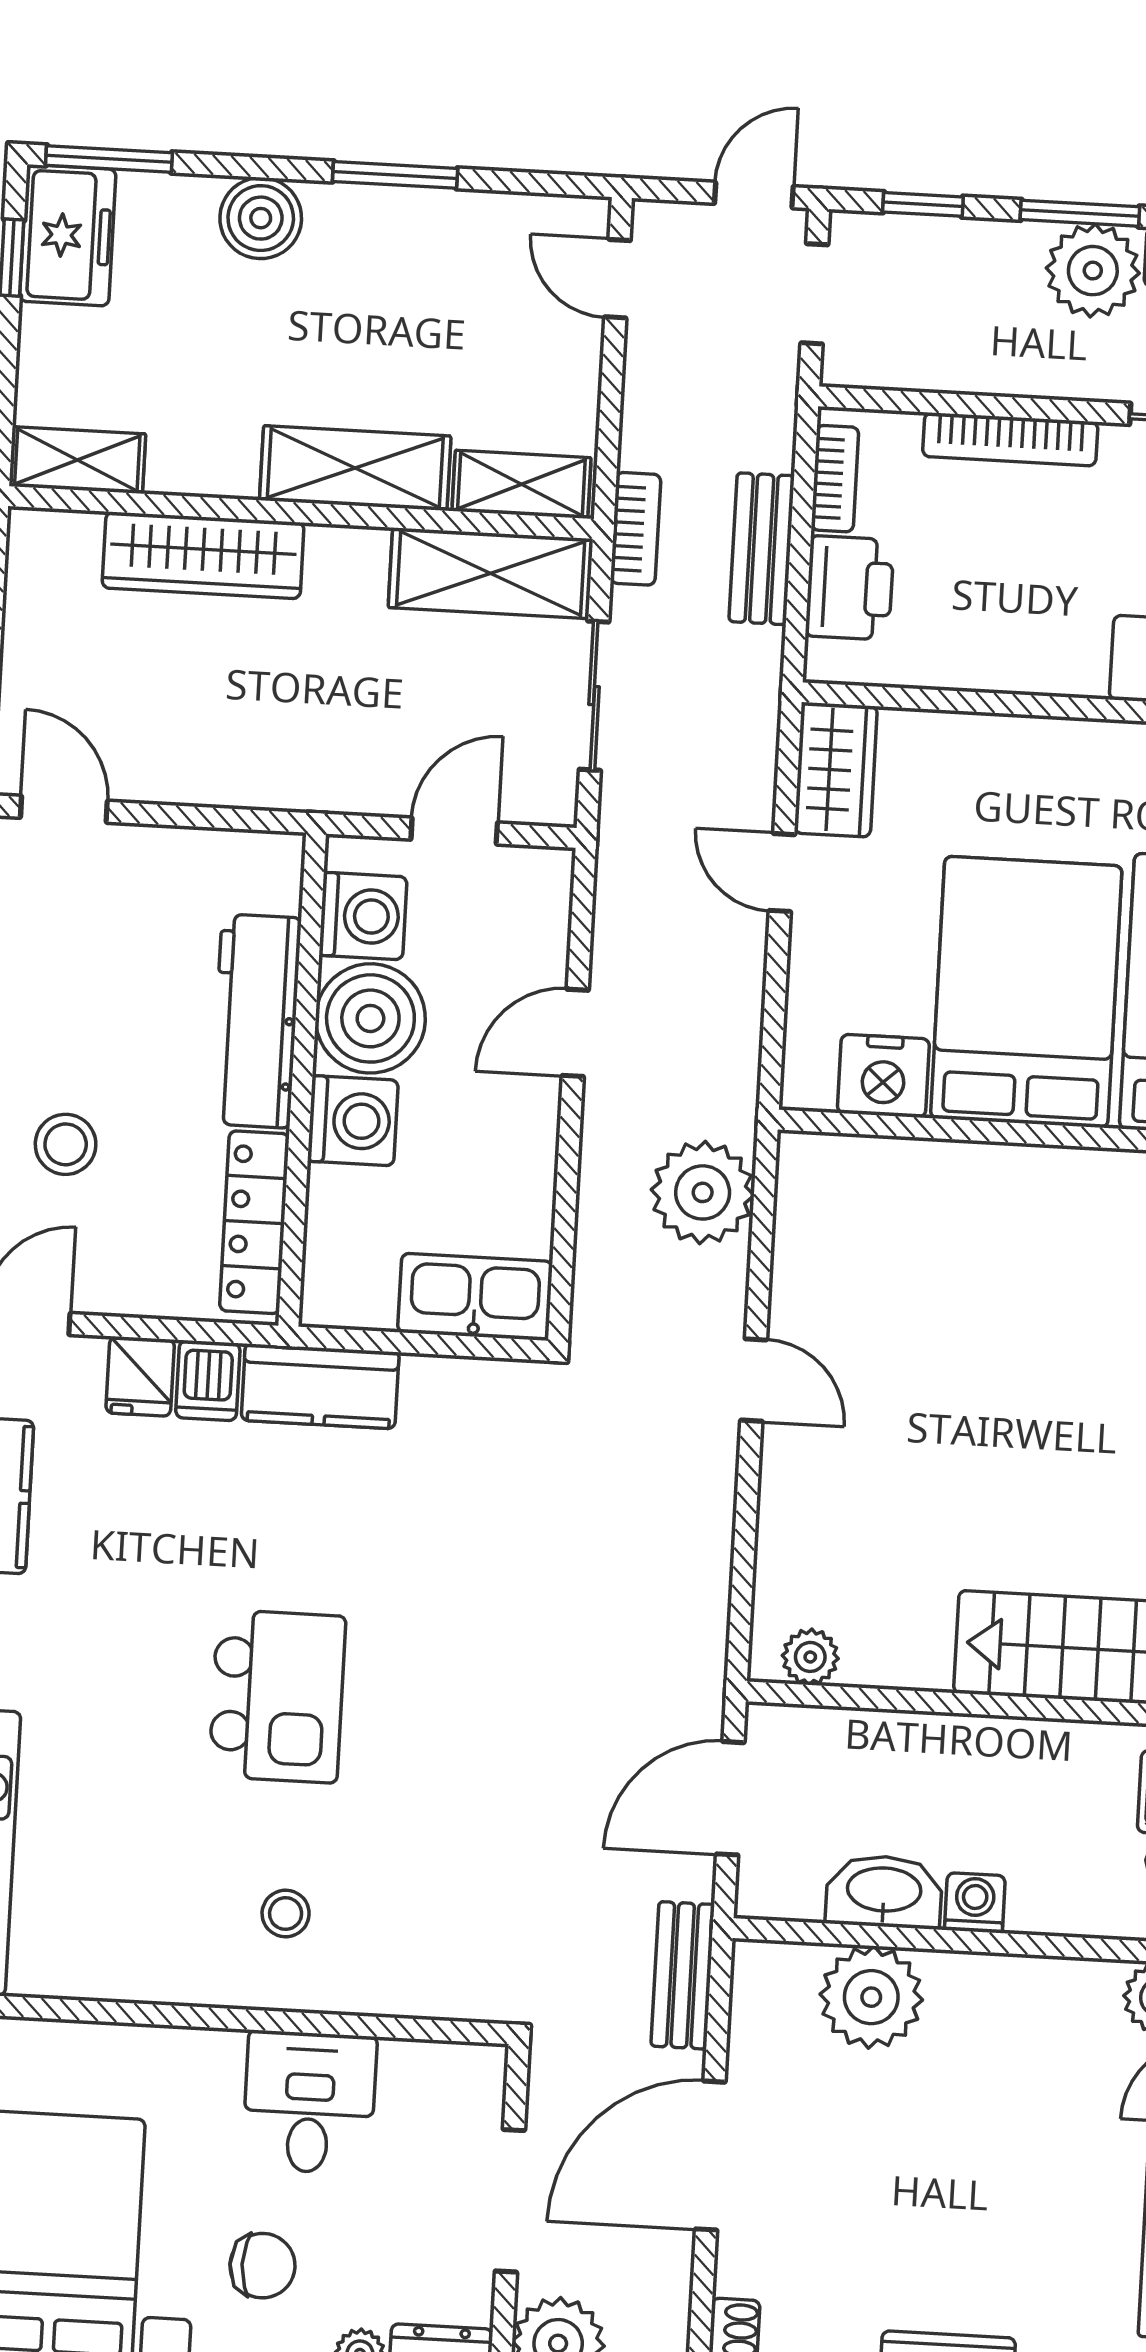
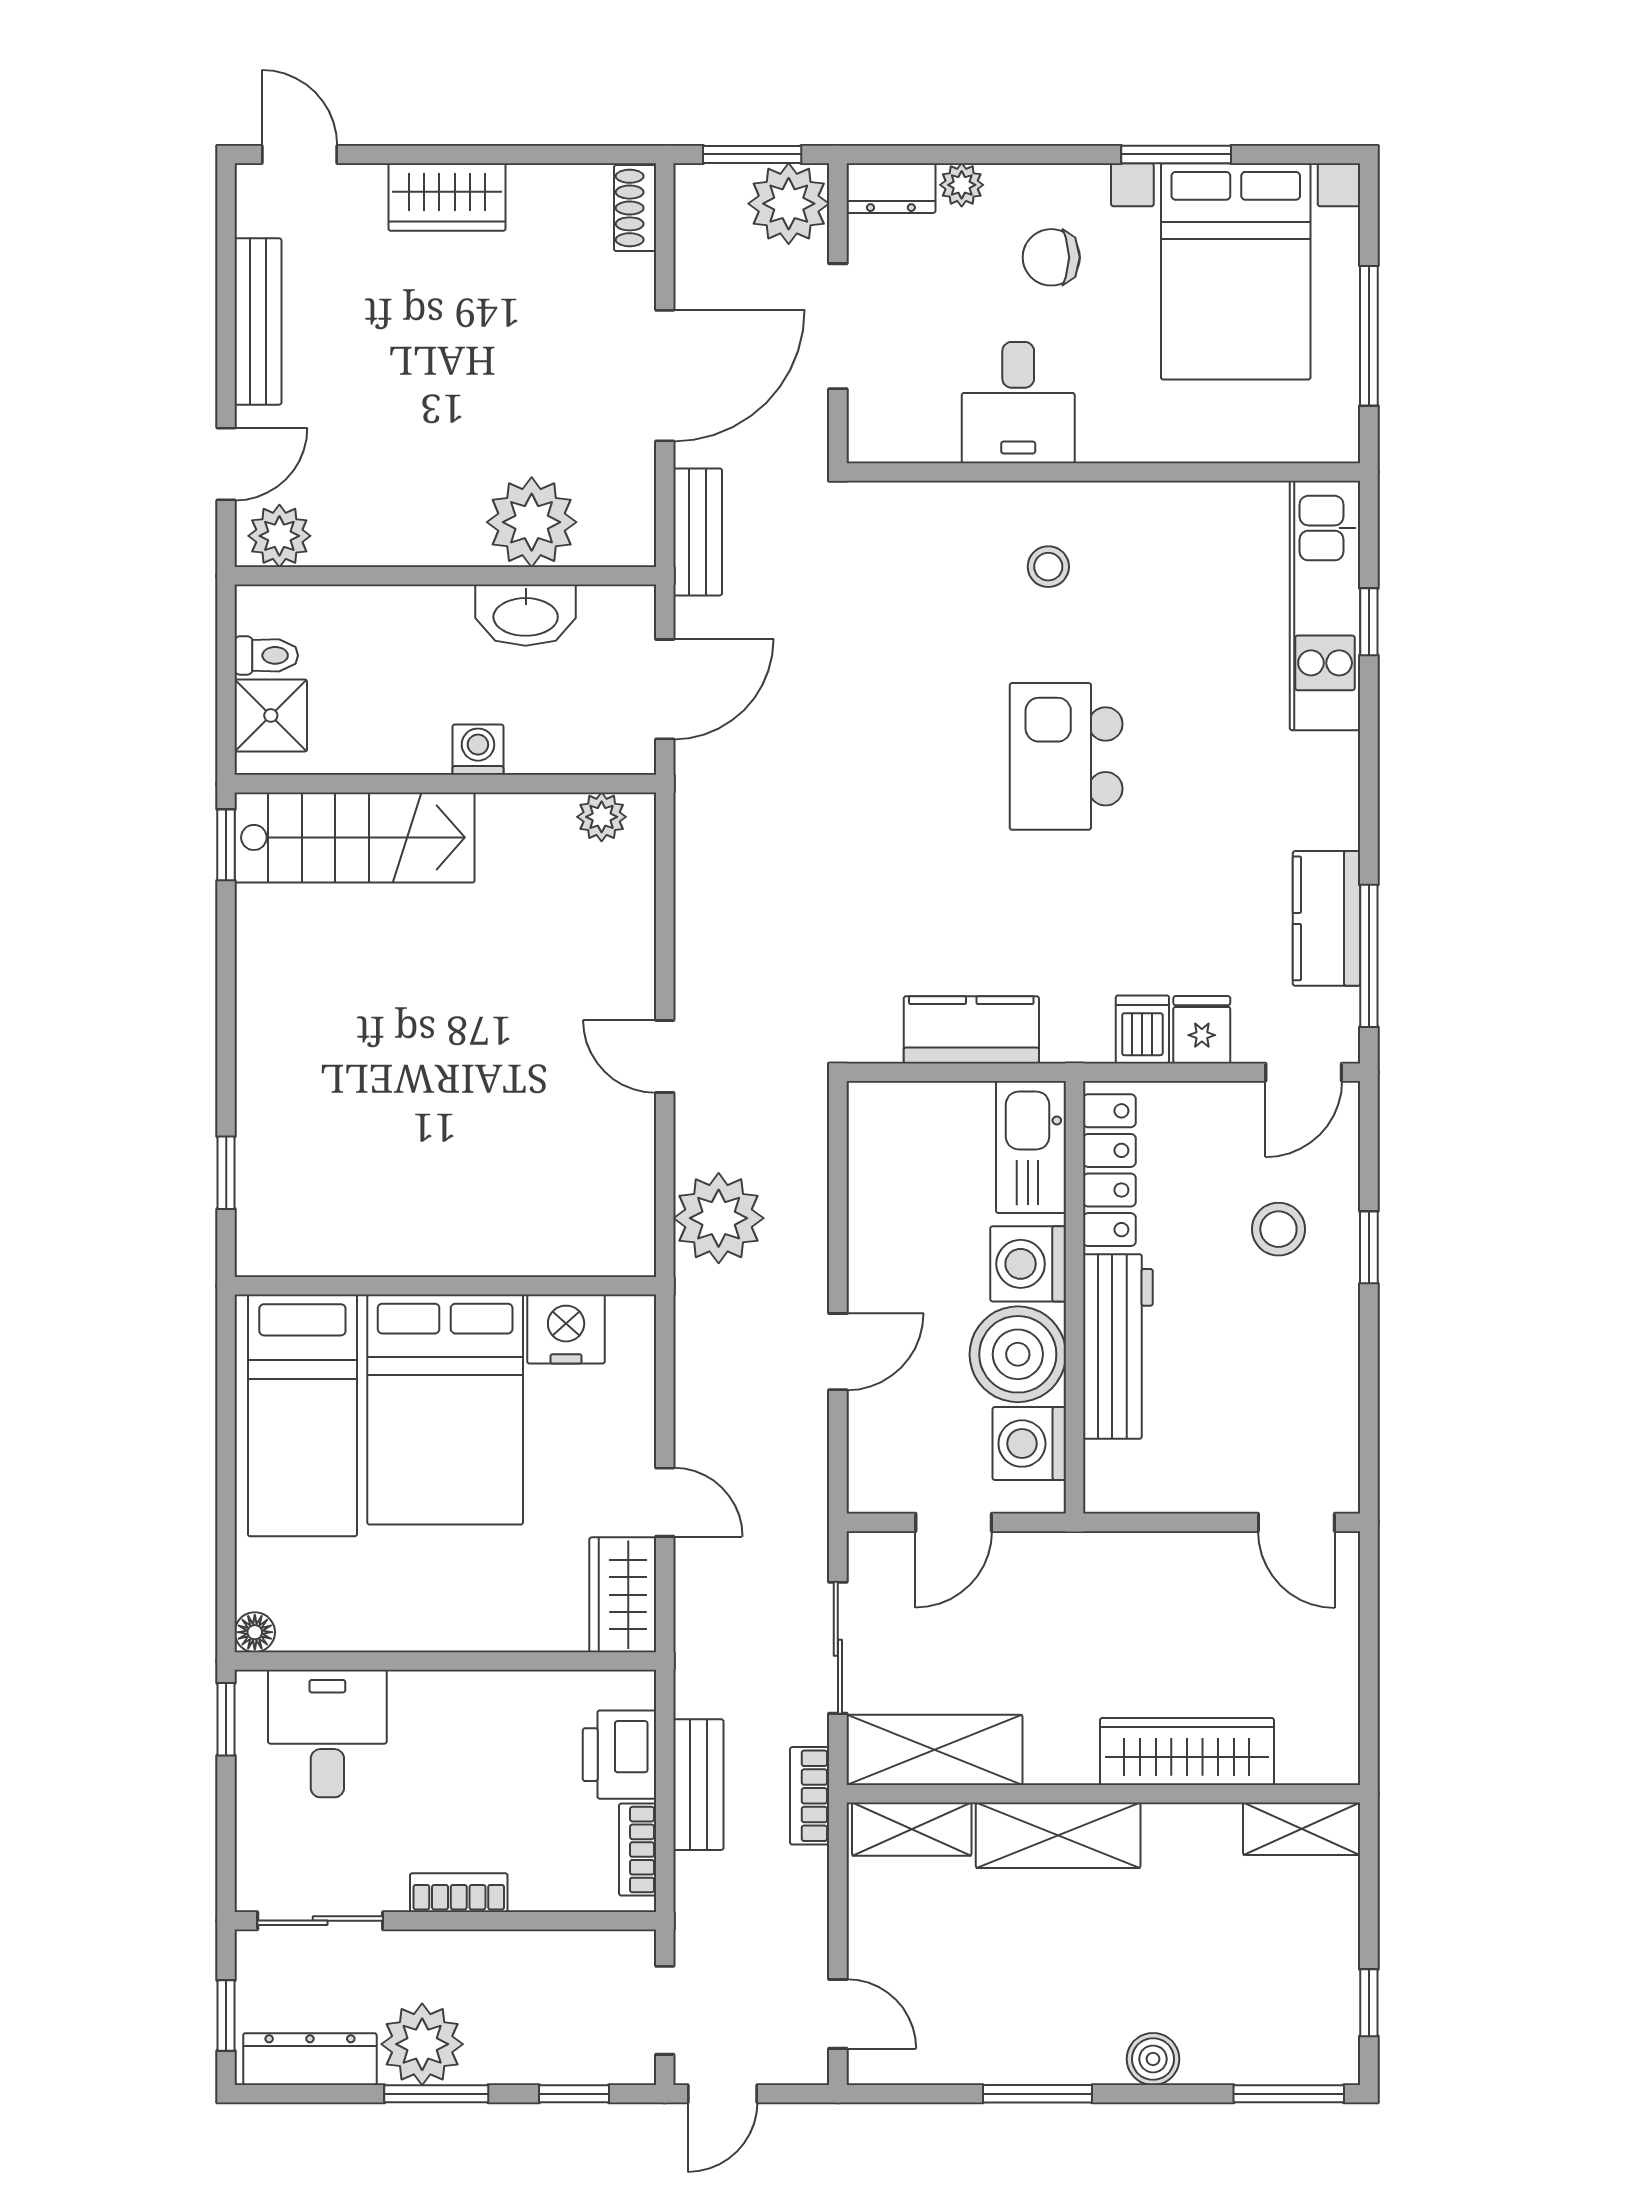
boiler: (261, 218) -> (1153, 2059), width x0.73, depth x0.73
freezer: (68, 235) -> (1321, 2025), removed
bookcase: (1010, 439) -> (459, 1893), width x0.64
kitchen sink: (475, 1297) -> (1031, 1147), moved, turned 90
kitchen counter: (320, 1386) -> (971, 1030), moved
washing machine: (975, 1903) -> (478, 750), moved, turned 180

